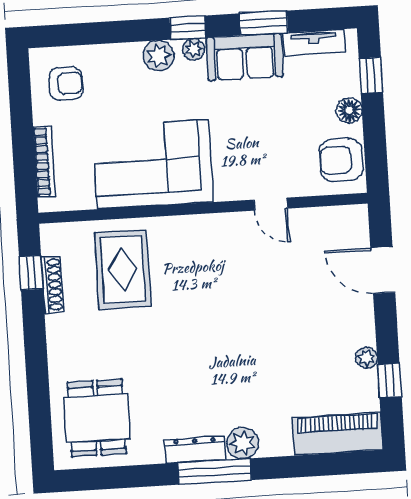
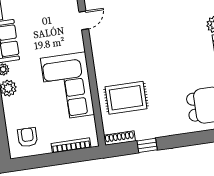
window: (31, 273) -> (147, 145), moved
shoe rack: (52, 285) -> (120, 138), moved

